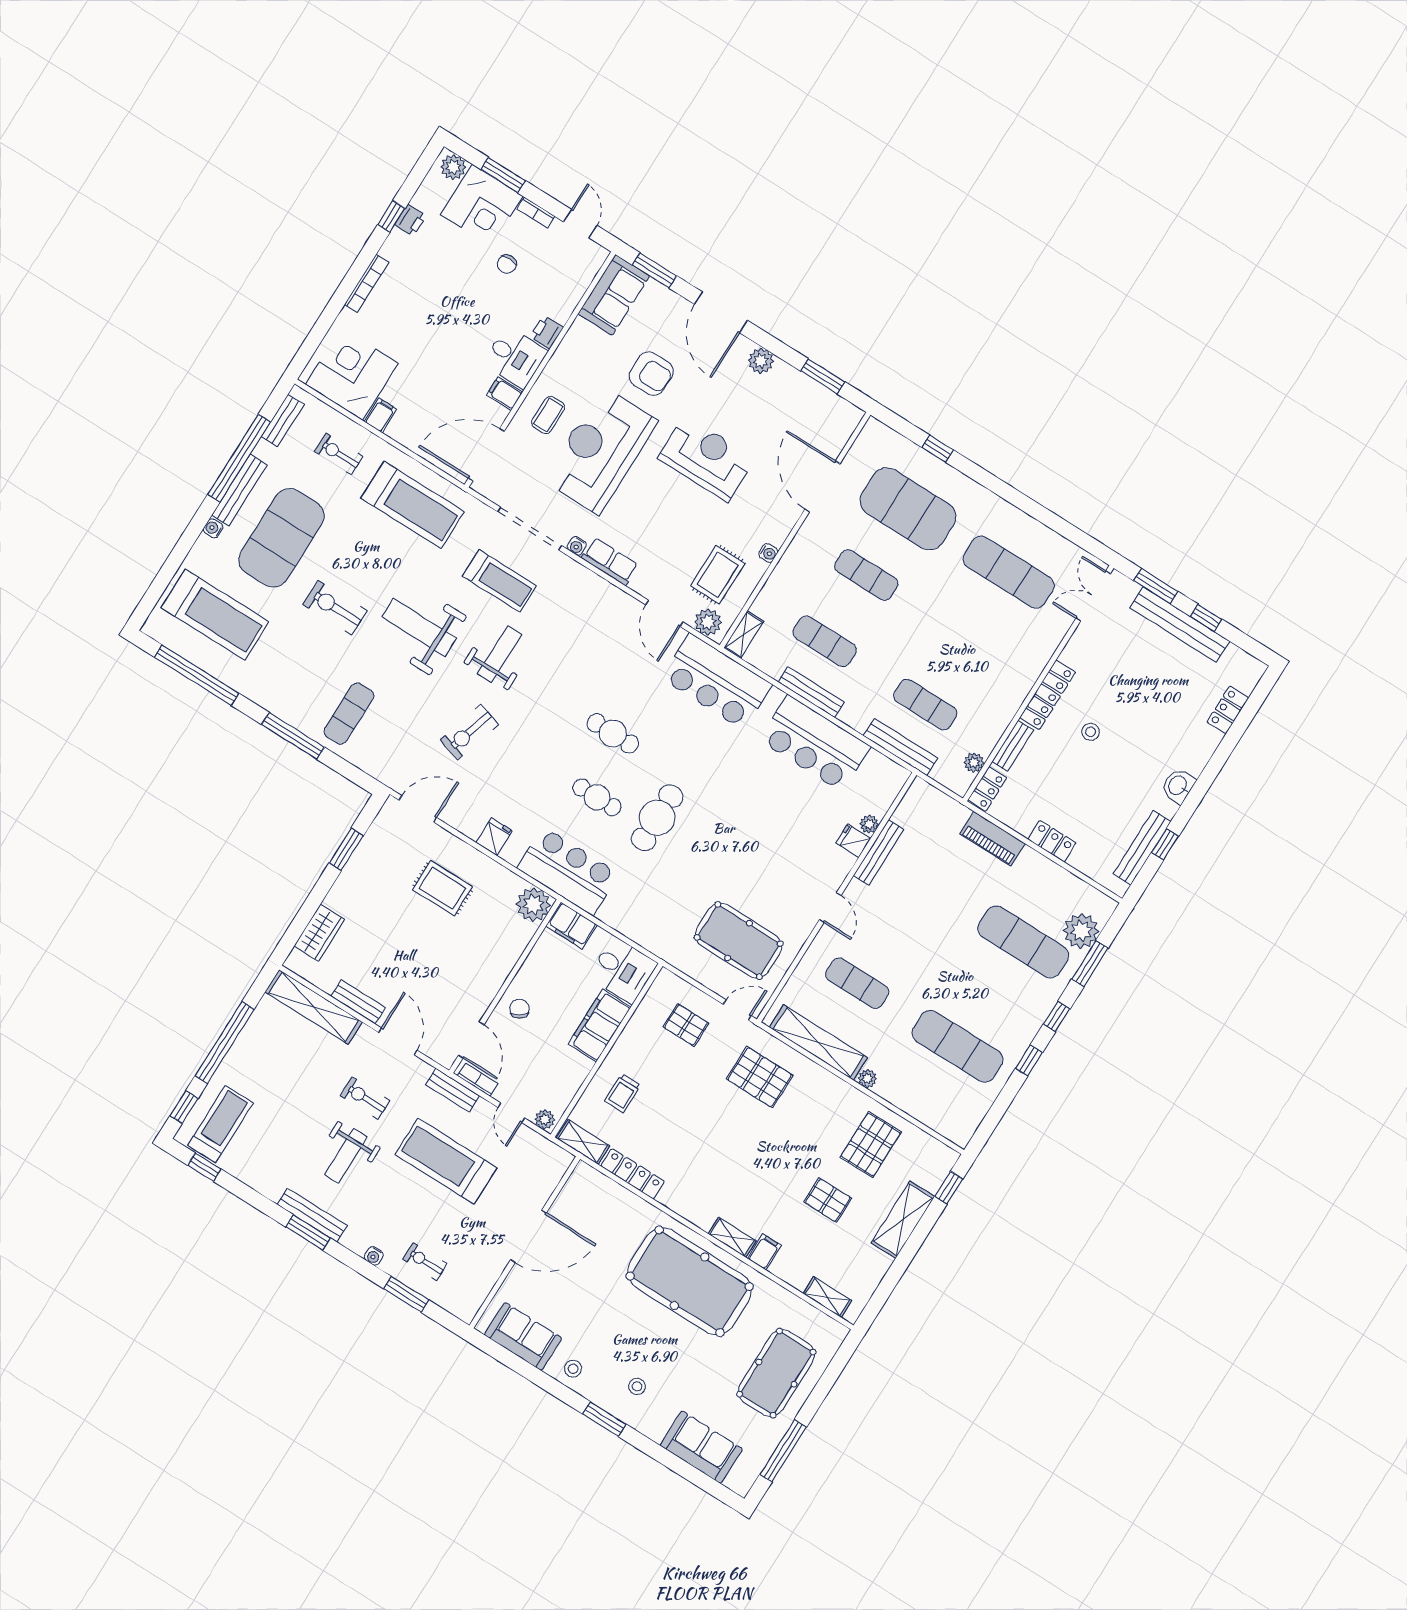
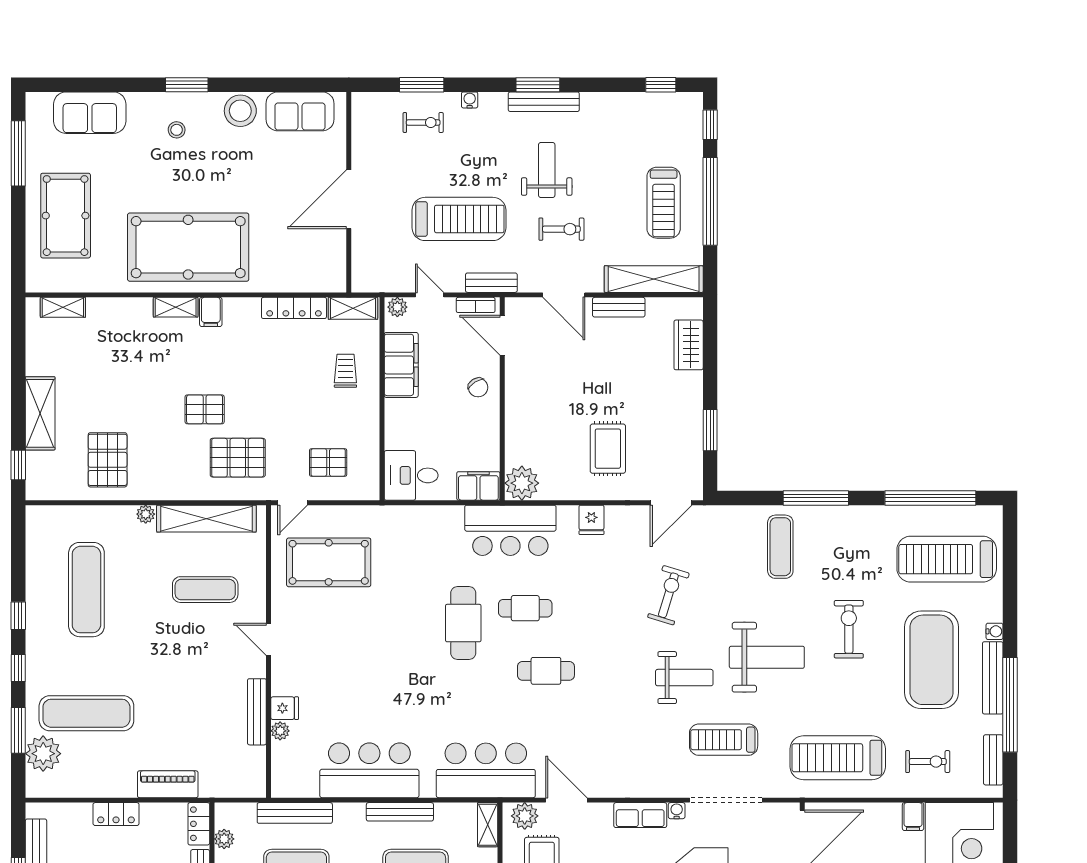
exercise bike: (335, 608) -> (849, 629), turned -90
weight bench: (500, 654) -> (684, 678), turned -90
rug: (442, 888) -> (608, 449), turned 90
filing cabinet: (600, 1025) -> (401, 365), moved
exercise mat: (958, 1046) -> (86, 590), turned 90
treadmill: (220, 1124) -> (664, 203), moved
pallet: (828, 1200) -> (205, 409), moved
filing cabinet: (764, 1252) -> (211, 312), moved
stool: (573, 1369) -> (240, 111), width x1.89, depth x1.89

